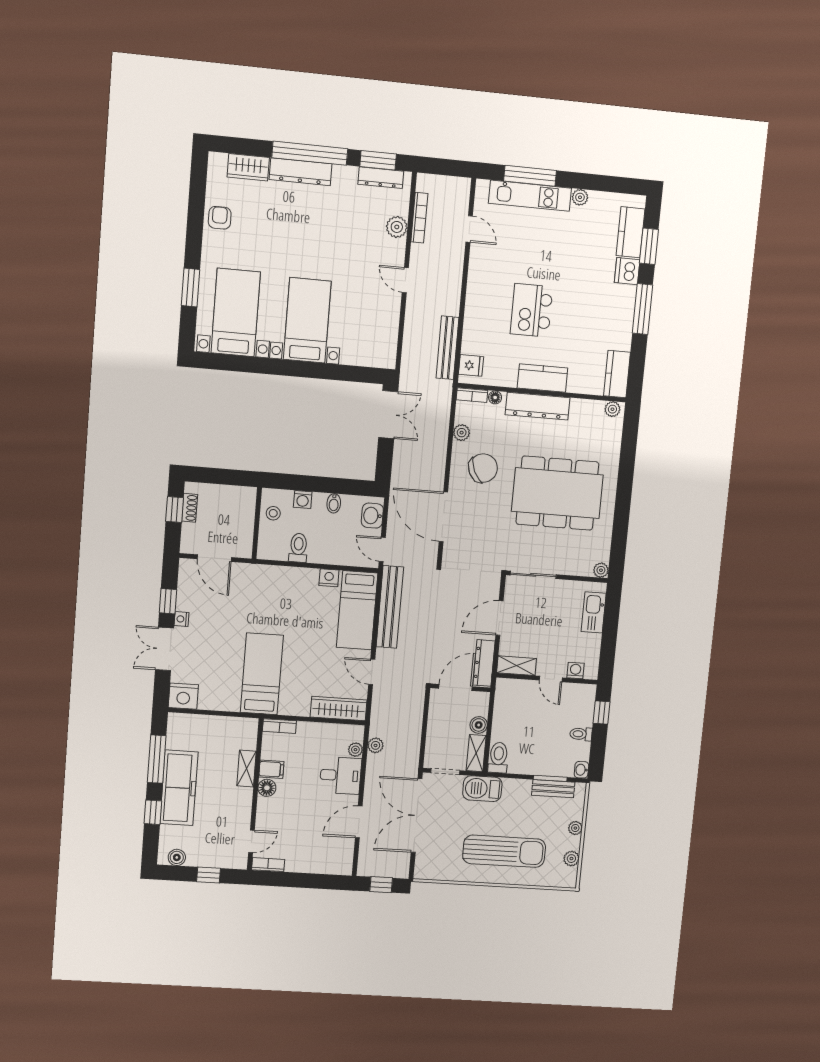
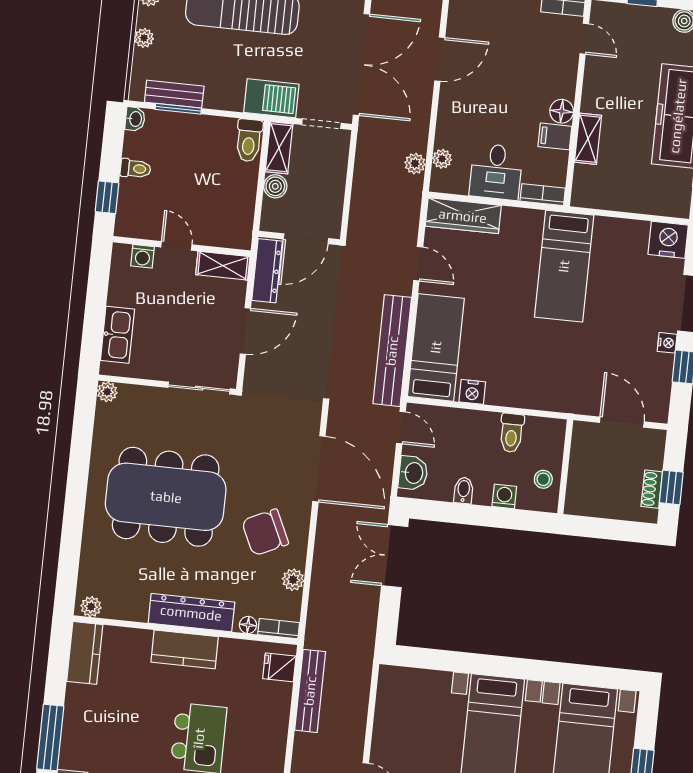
double door: (388, 415) -> (395, 556), moved
desk: (341, 775) -> (496, 172), moved, turned -90
door: (251, 841) -> (584, 39), swing flipped

